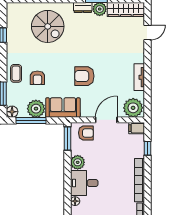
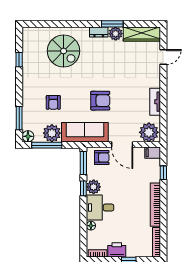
coffee table: (16, 73) -> (32, 98), removed
armchair: (84, 76) -> (100, 101), turned 180
sofa: (63, 108) -> (85, 132), width x1.36
door: (106, 120) -> (122, 144), swing flipped
window: (67, 164) -> (83, 188), added

